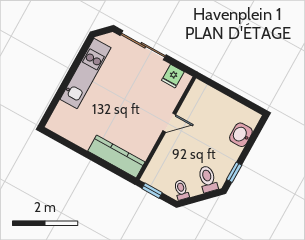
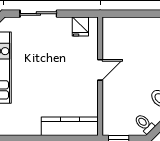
sliding door: (143, 45) -> (38, 14), width x0.73

